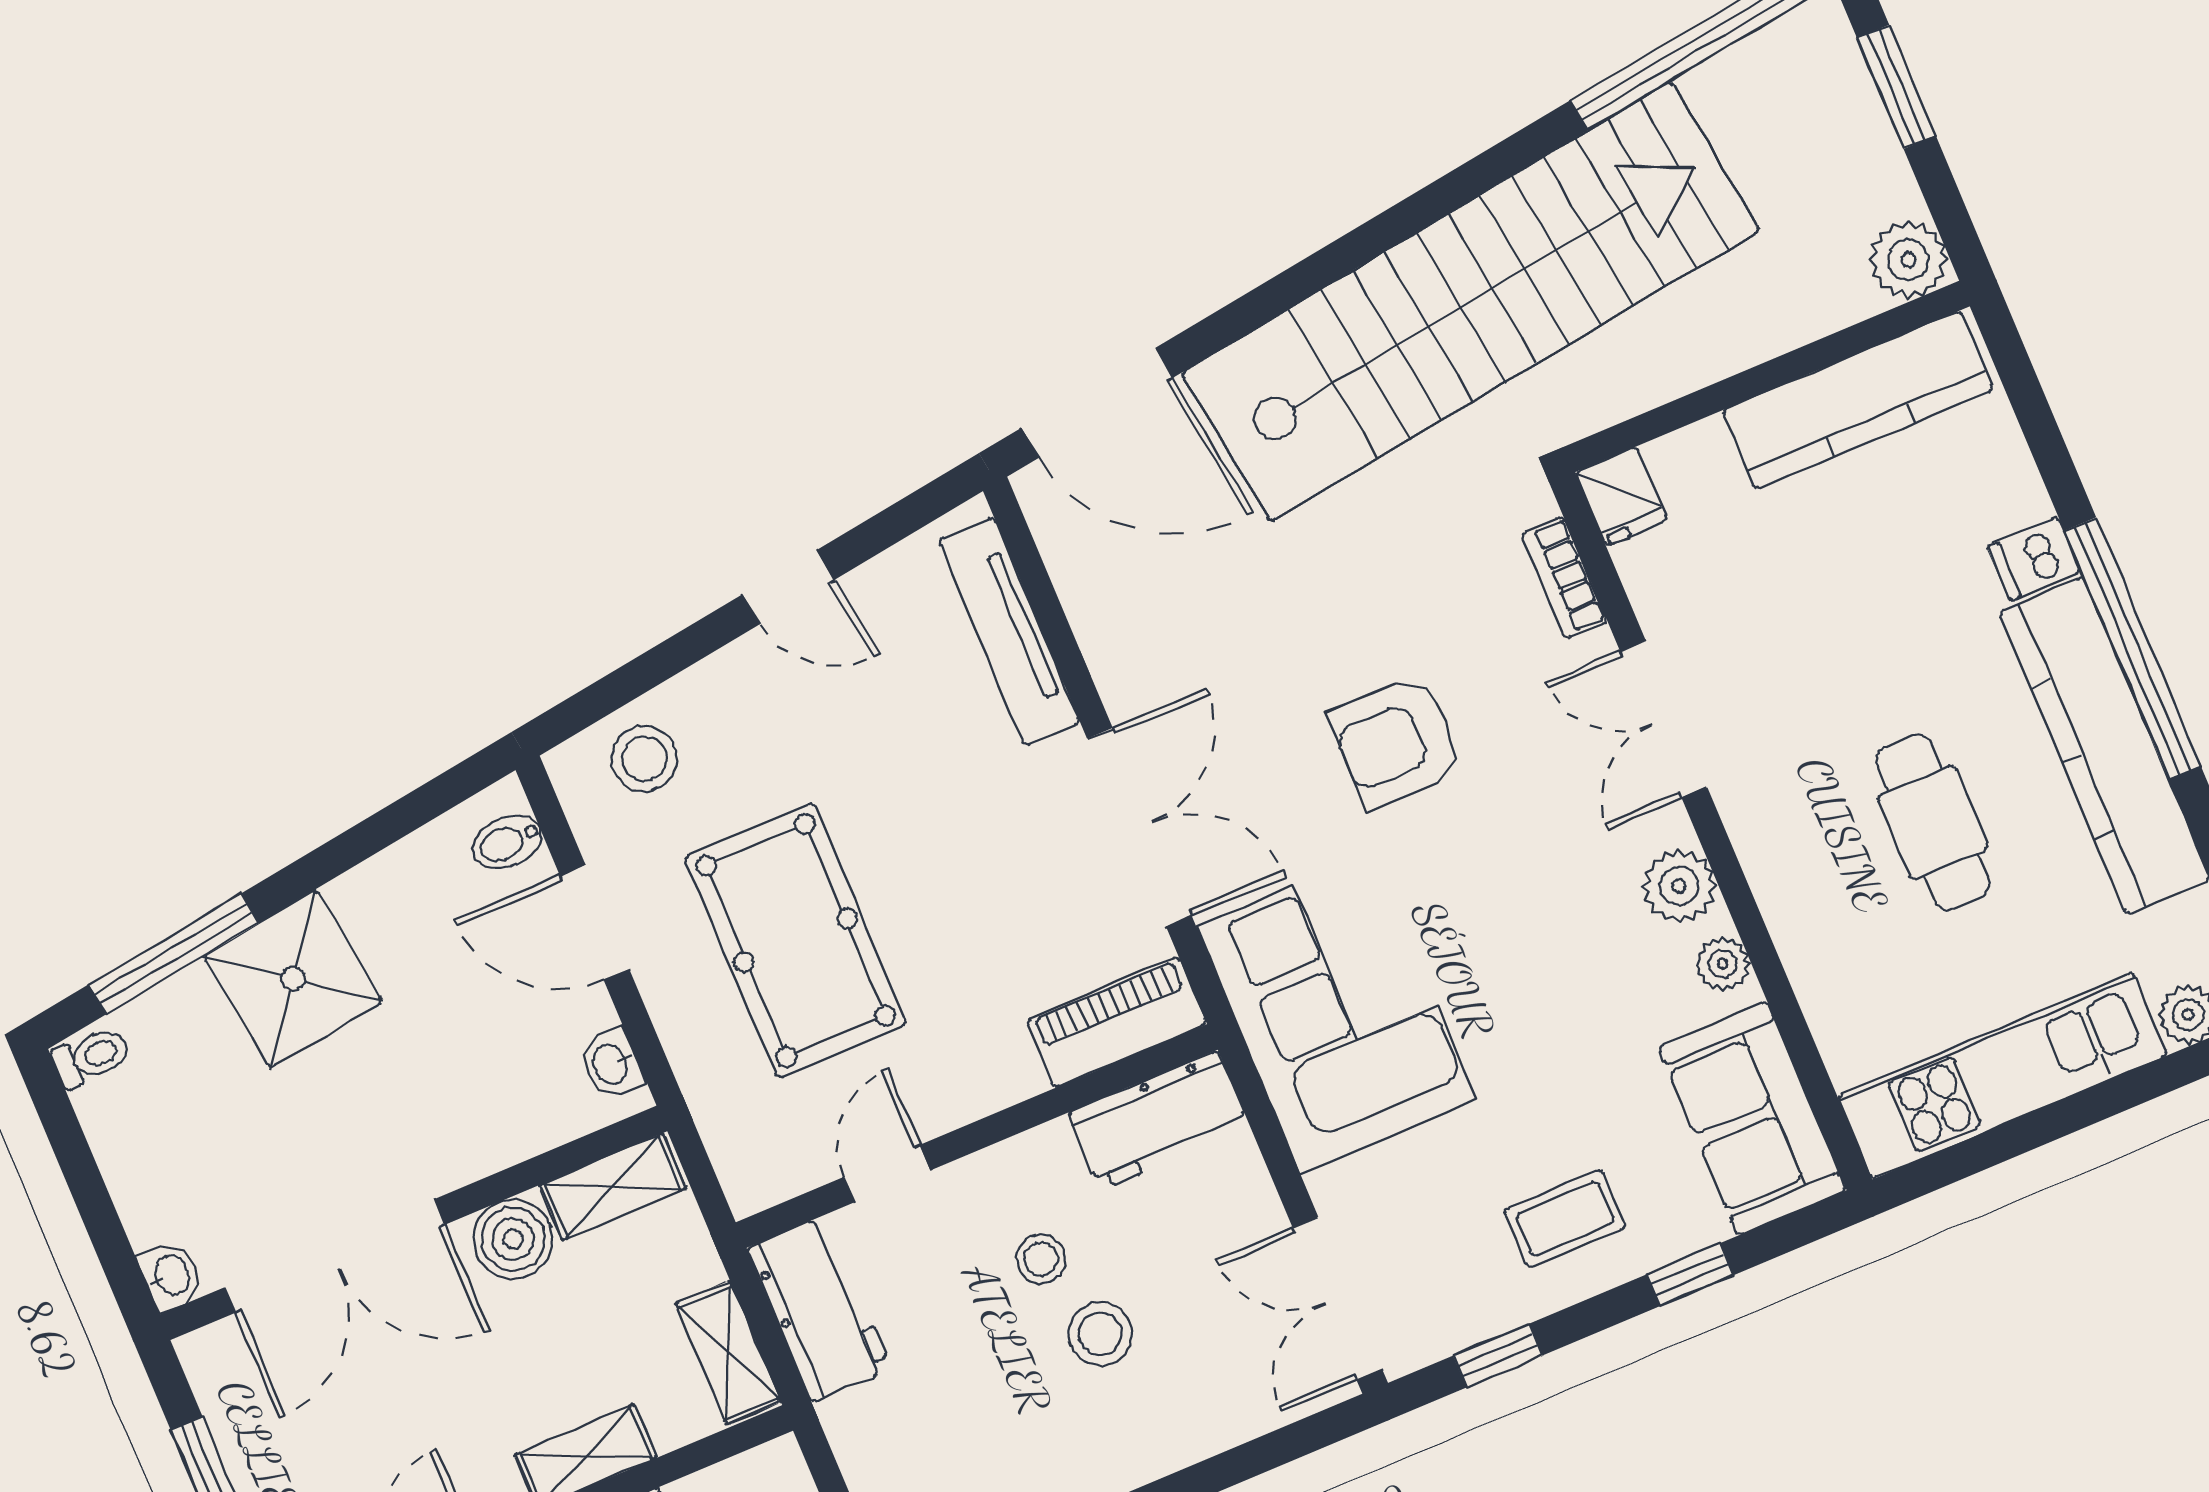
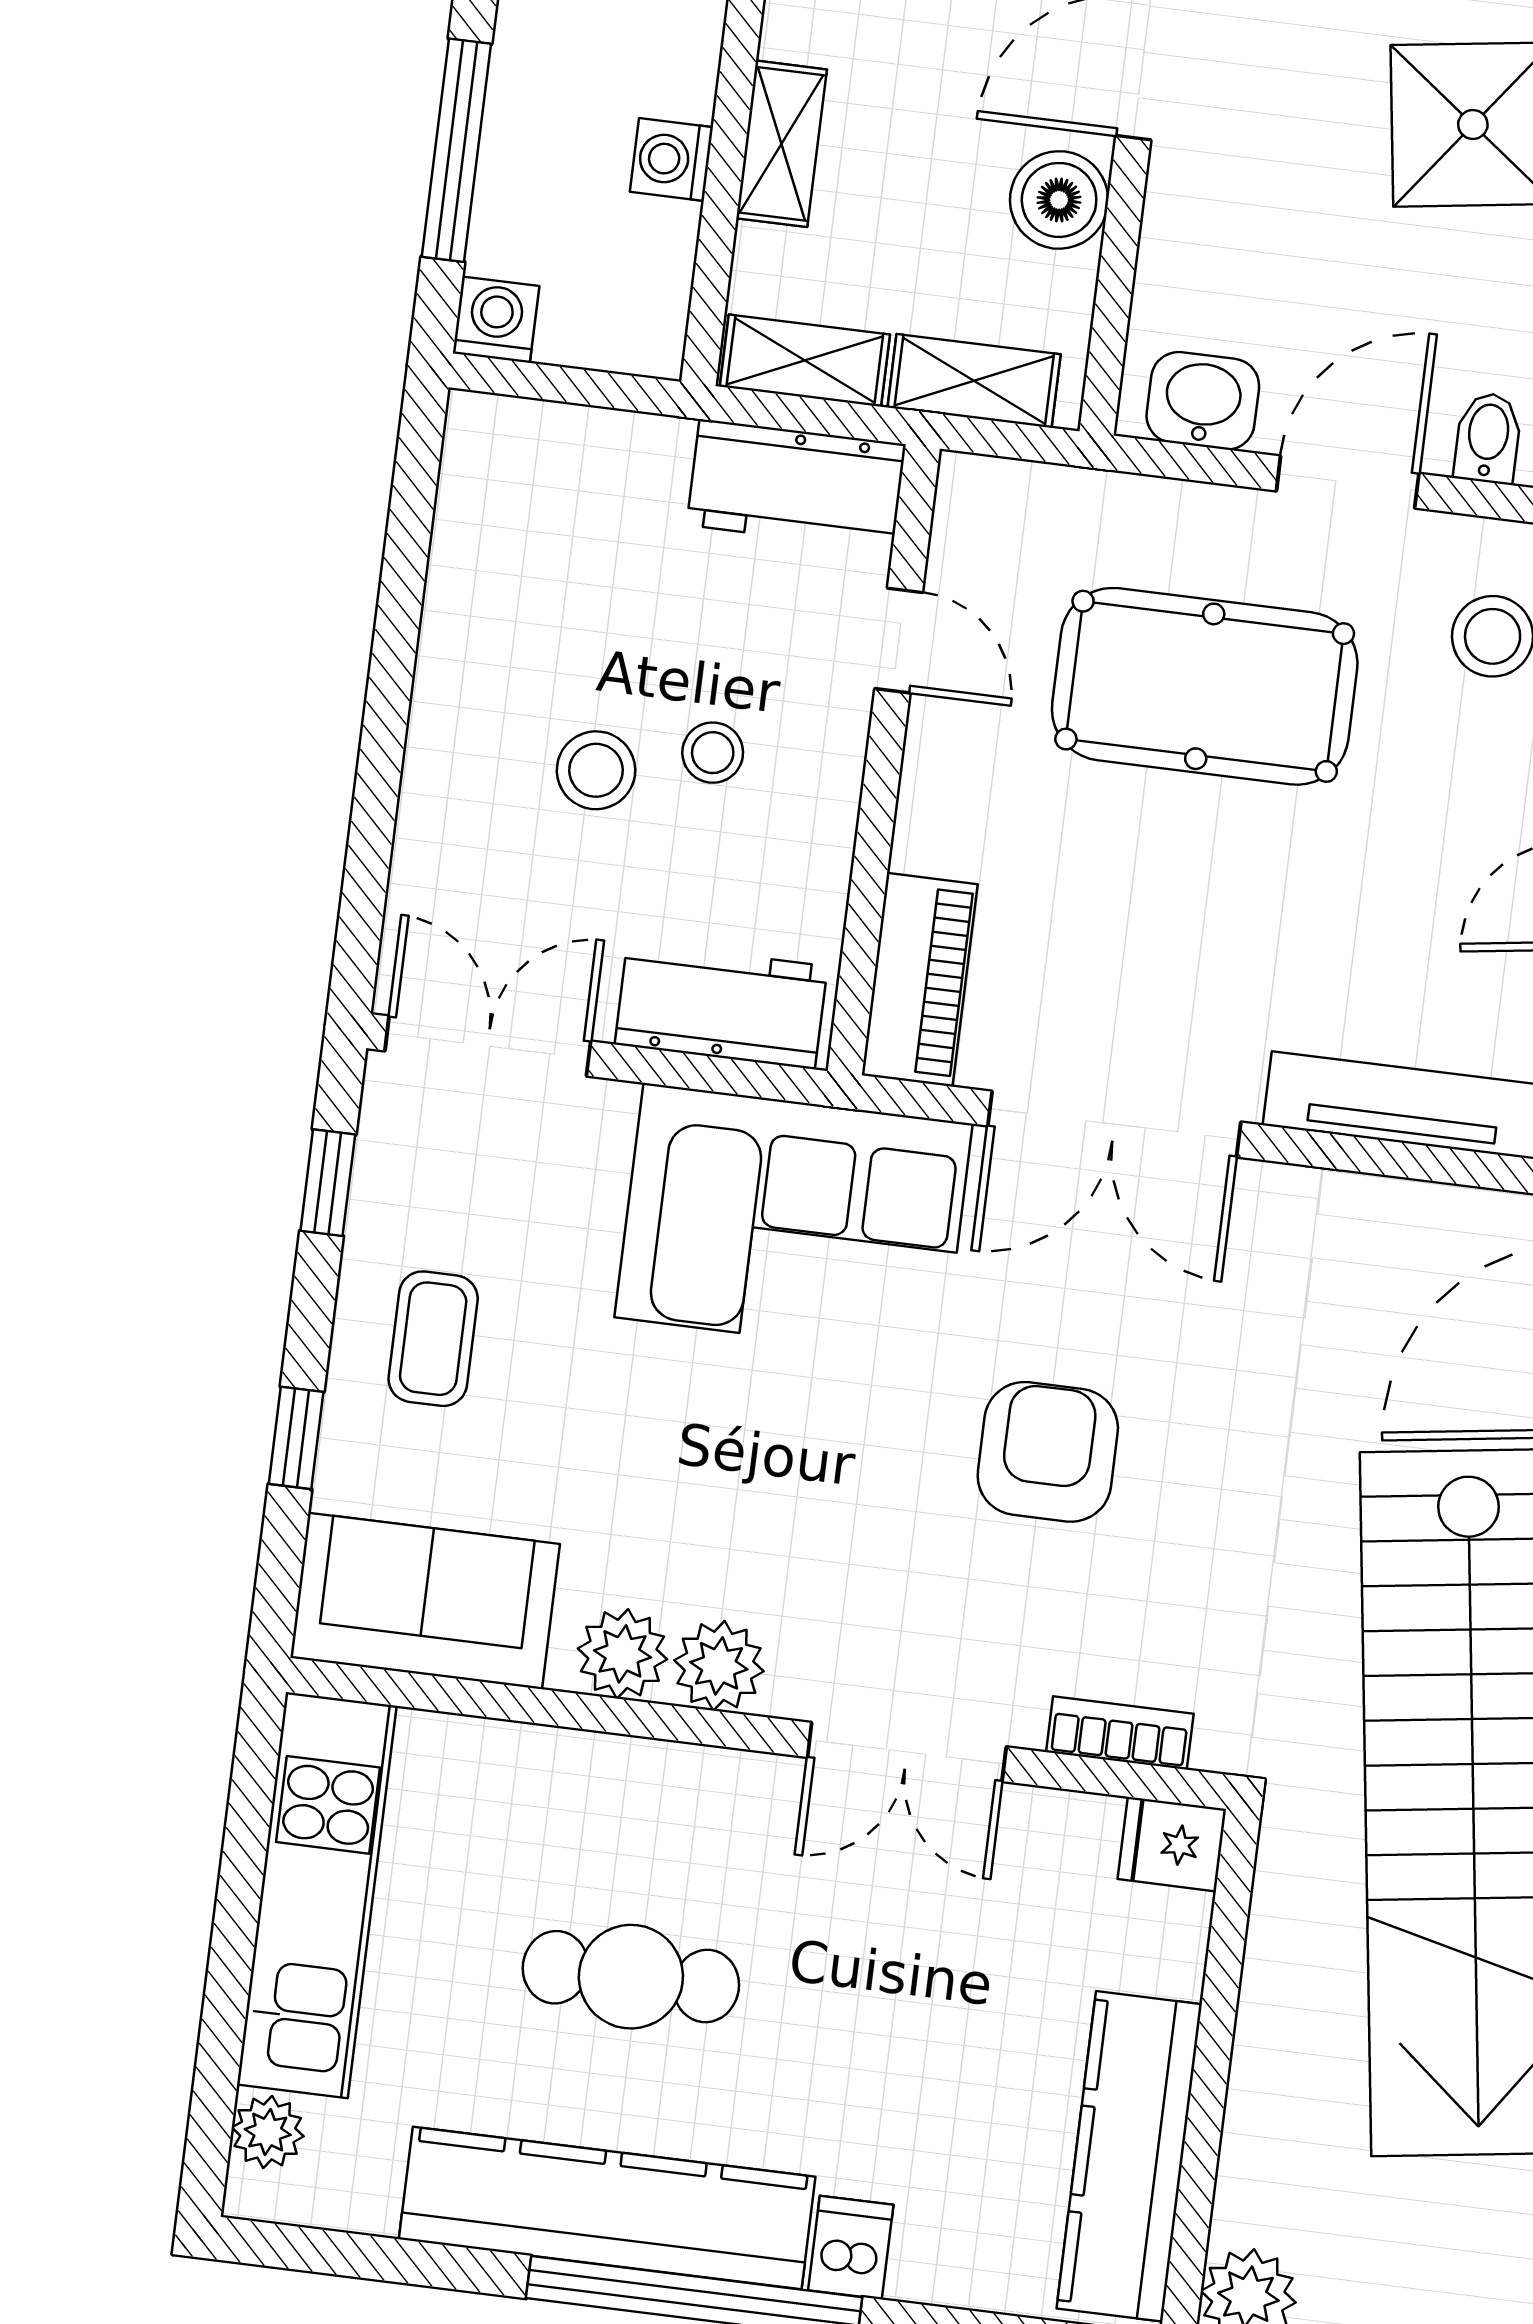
double door: (1664, 719) -> (907, 1752), swing flipped
plant: (1723, 964) -> (622, 1654), width x1.38, depth x1.38
washbasin: (611, 1064) -> (1203, 401), width x1.38, depth x1.45
workbench: (1159, 1120) -> (721, 1005), moved, turned 90
shelving: (613, 1187) -> (974, 381), moved, turned 90

